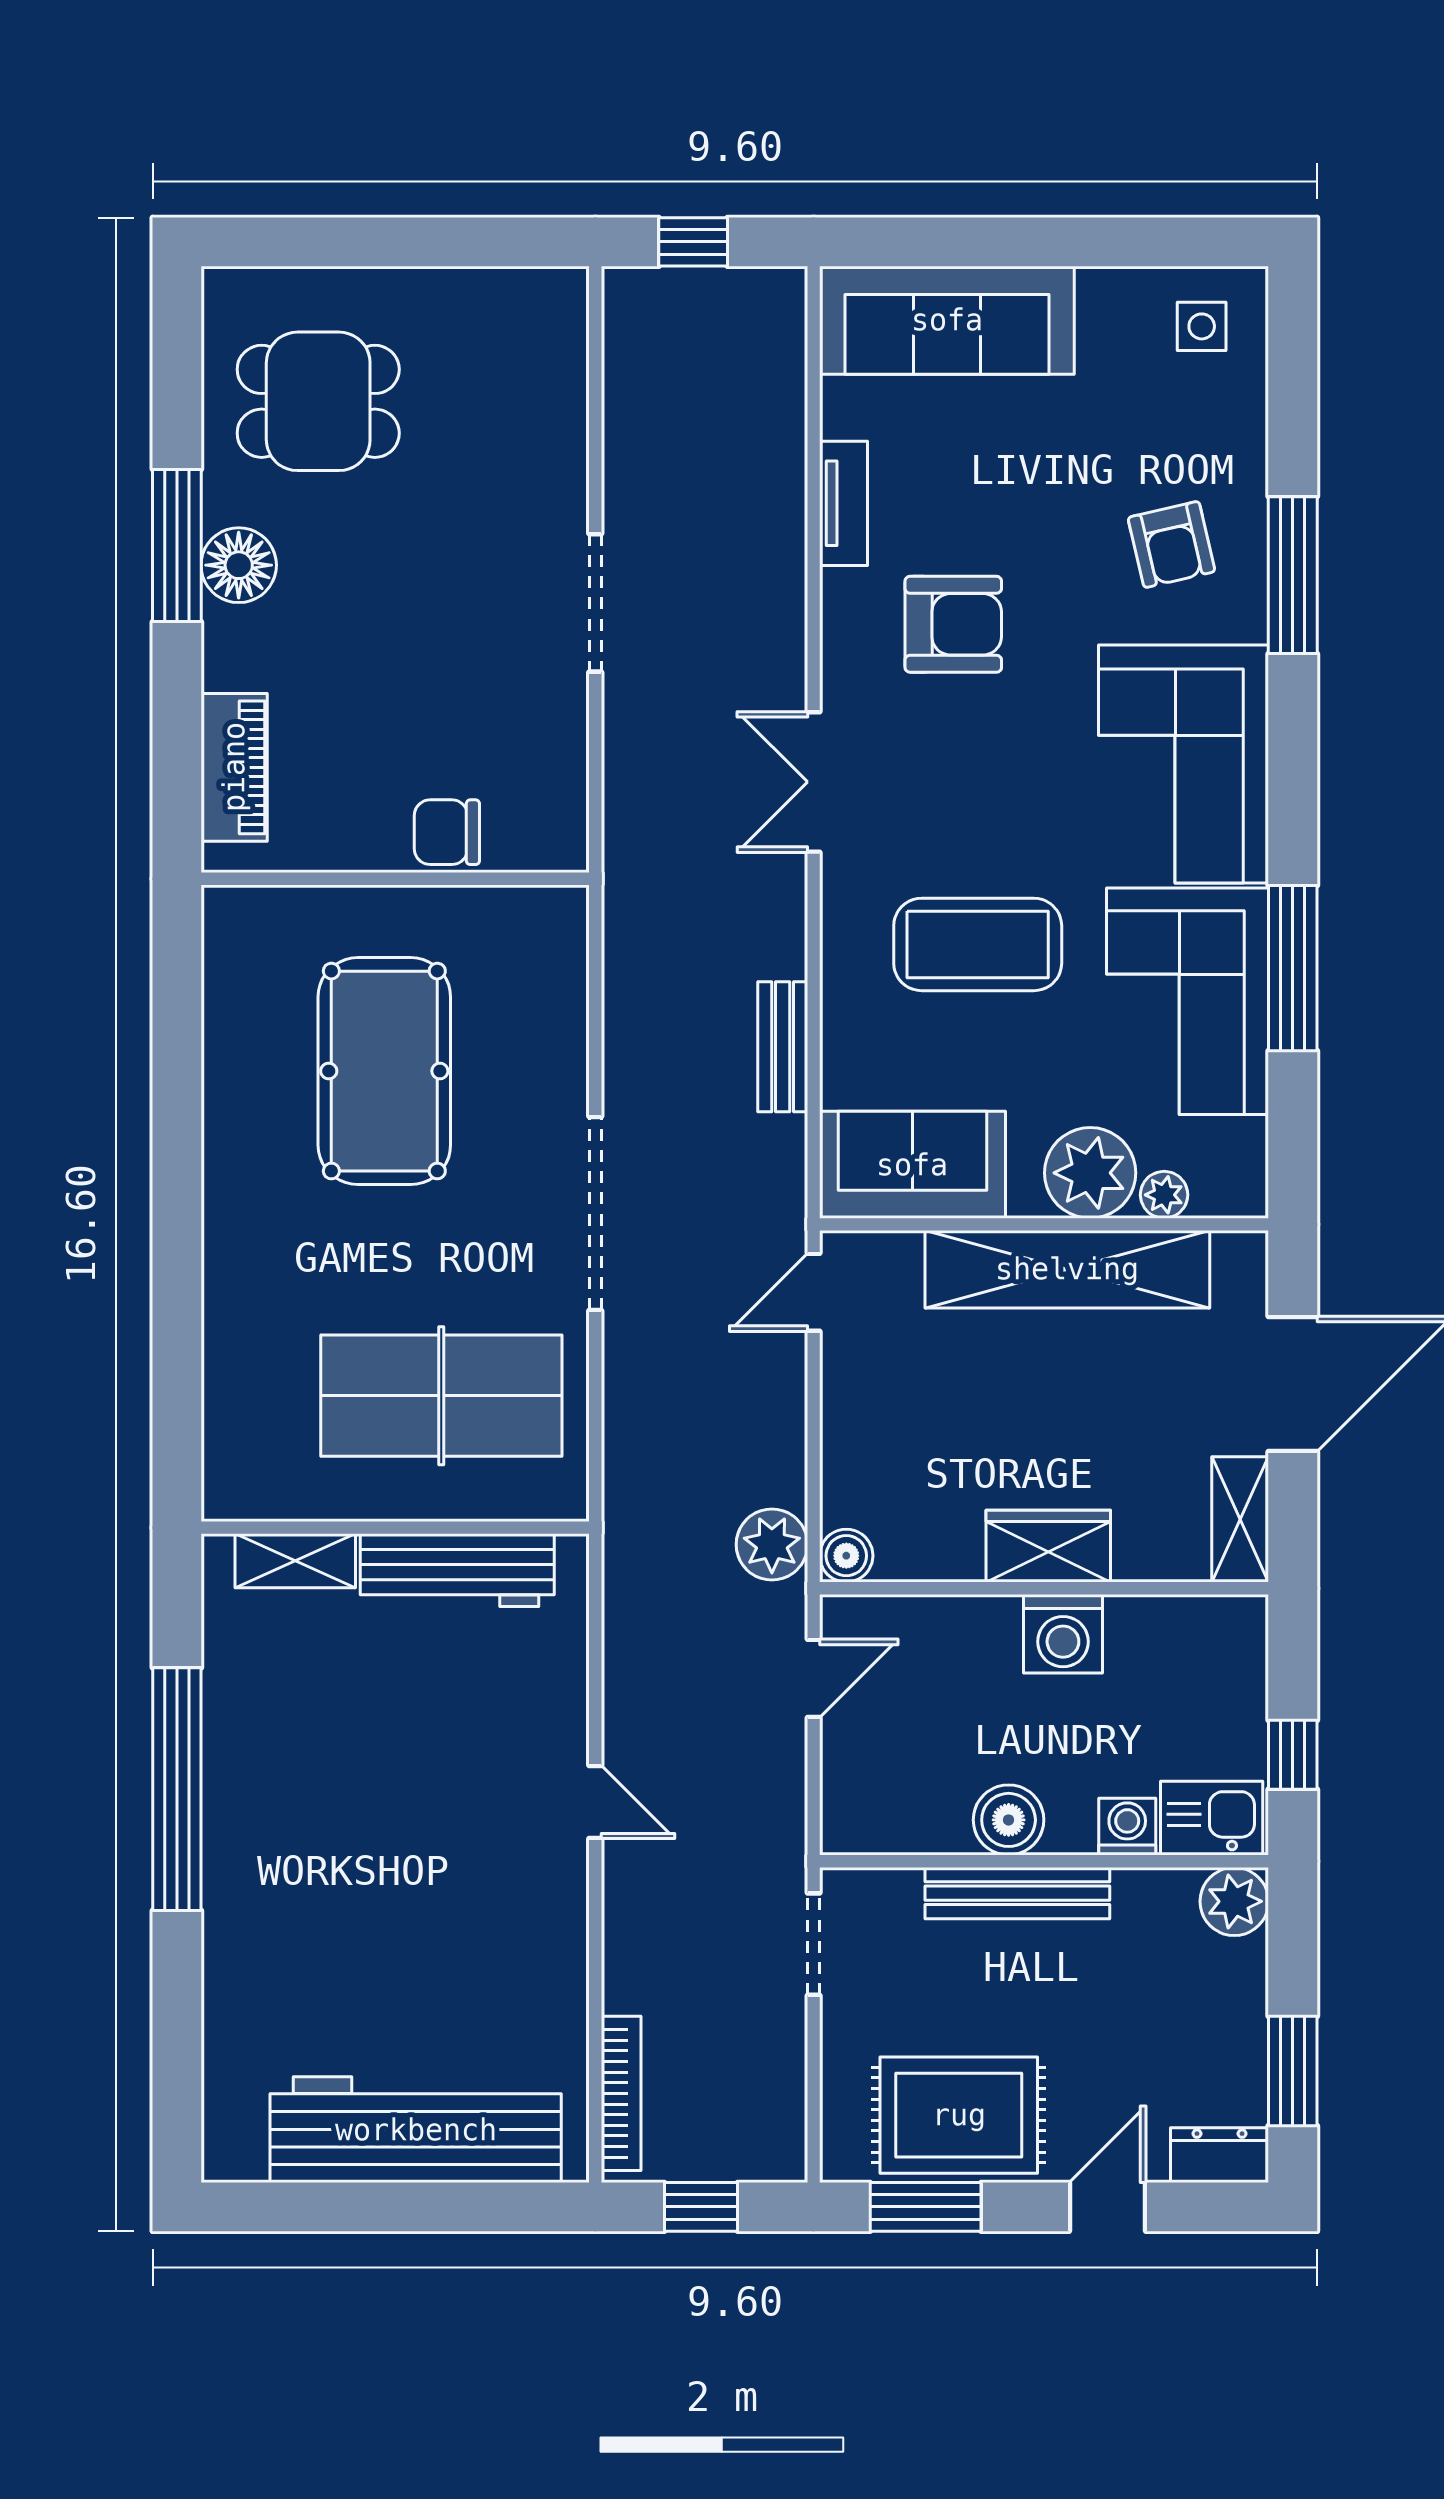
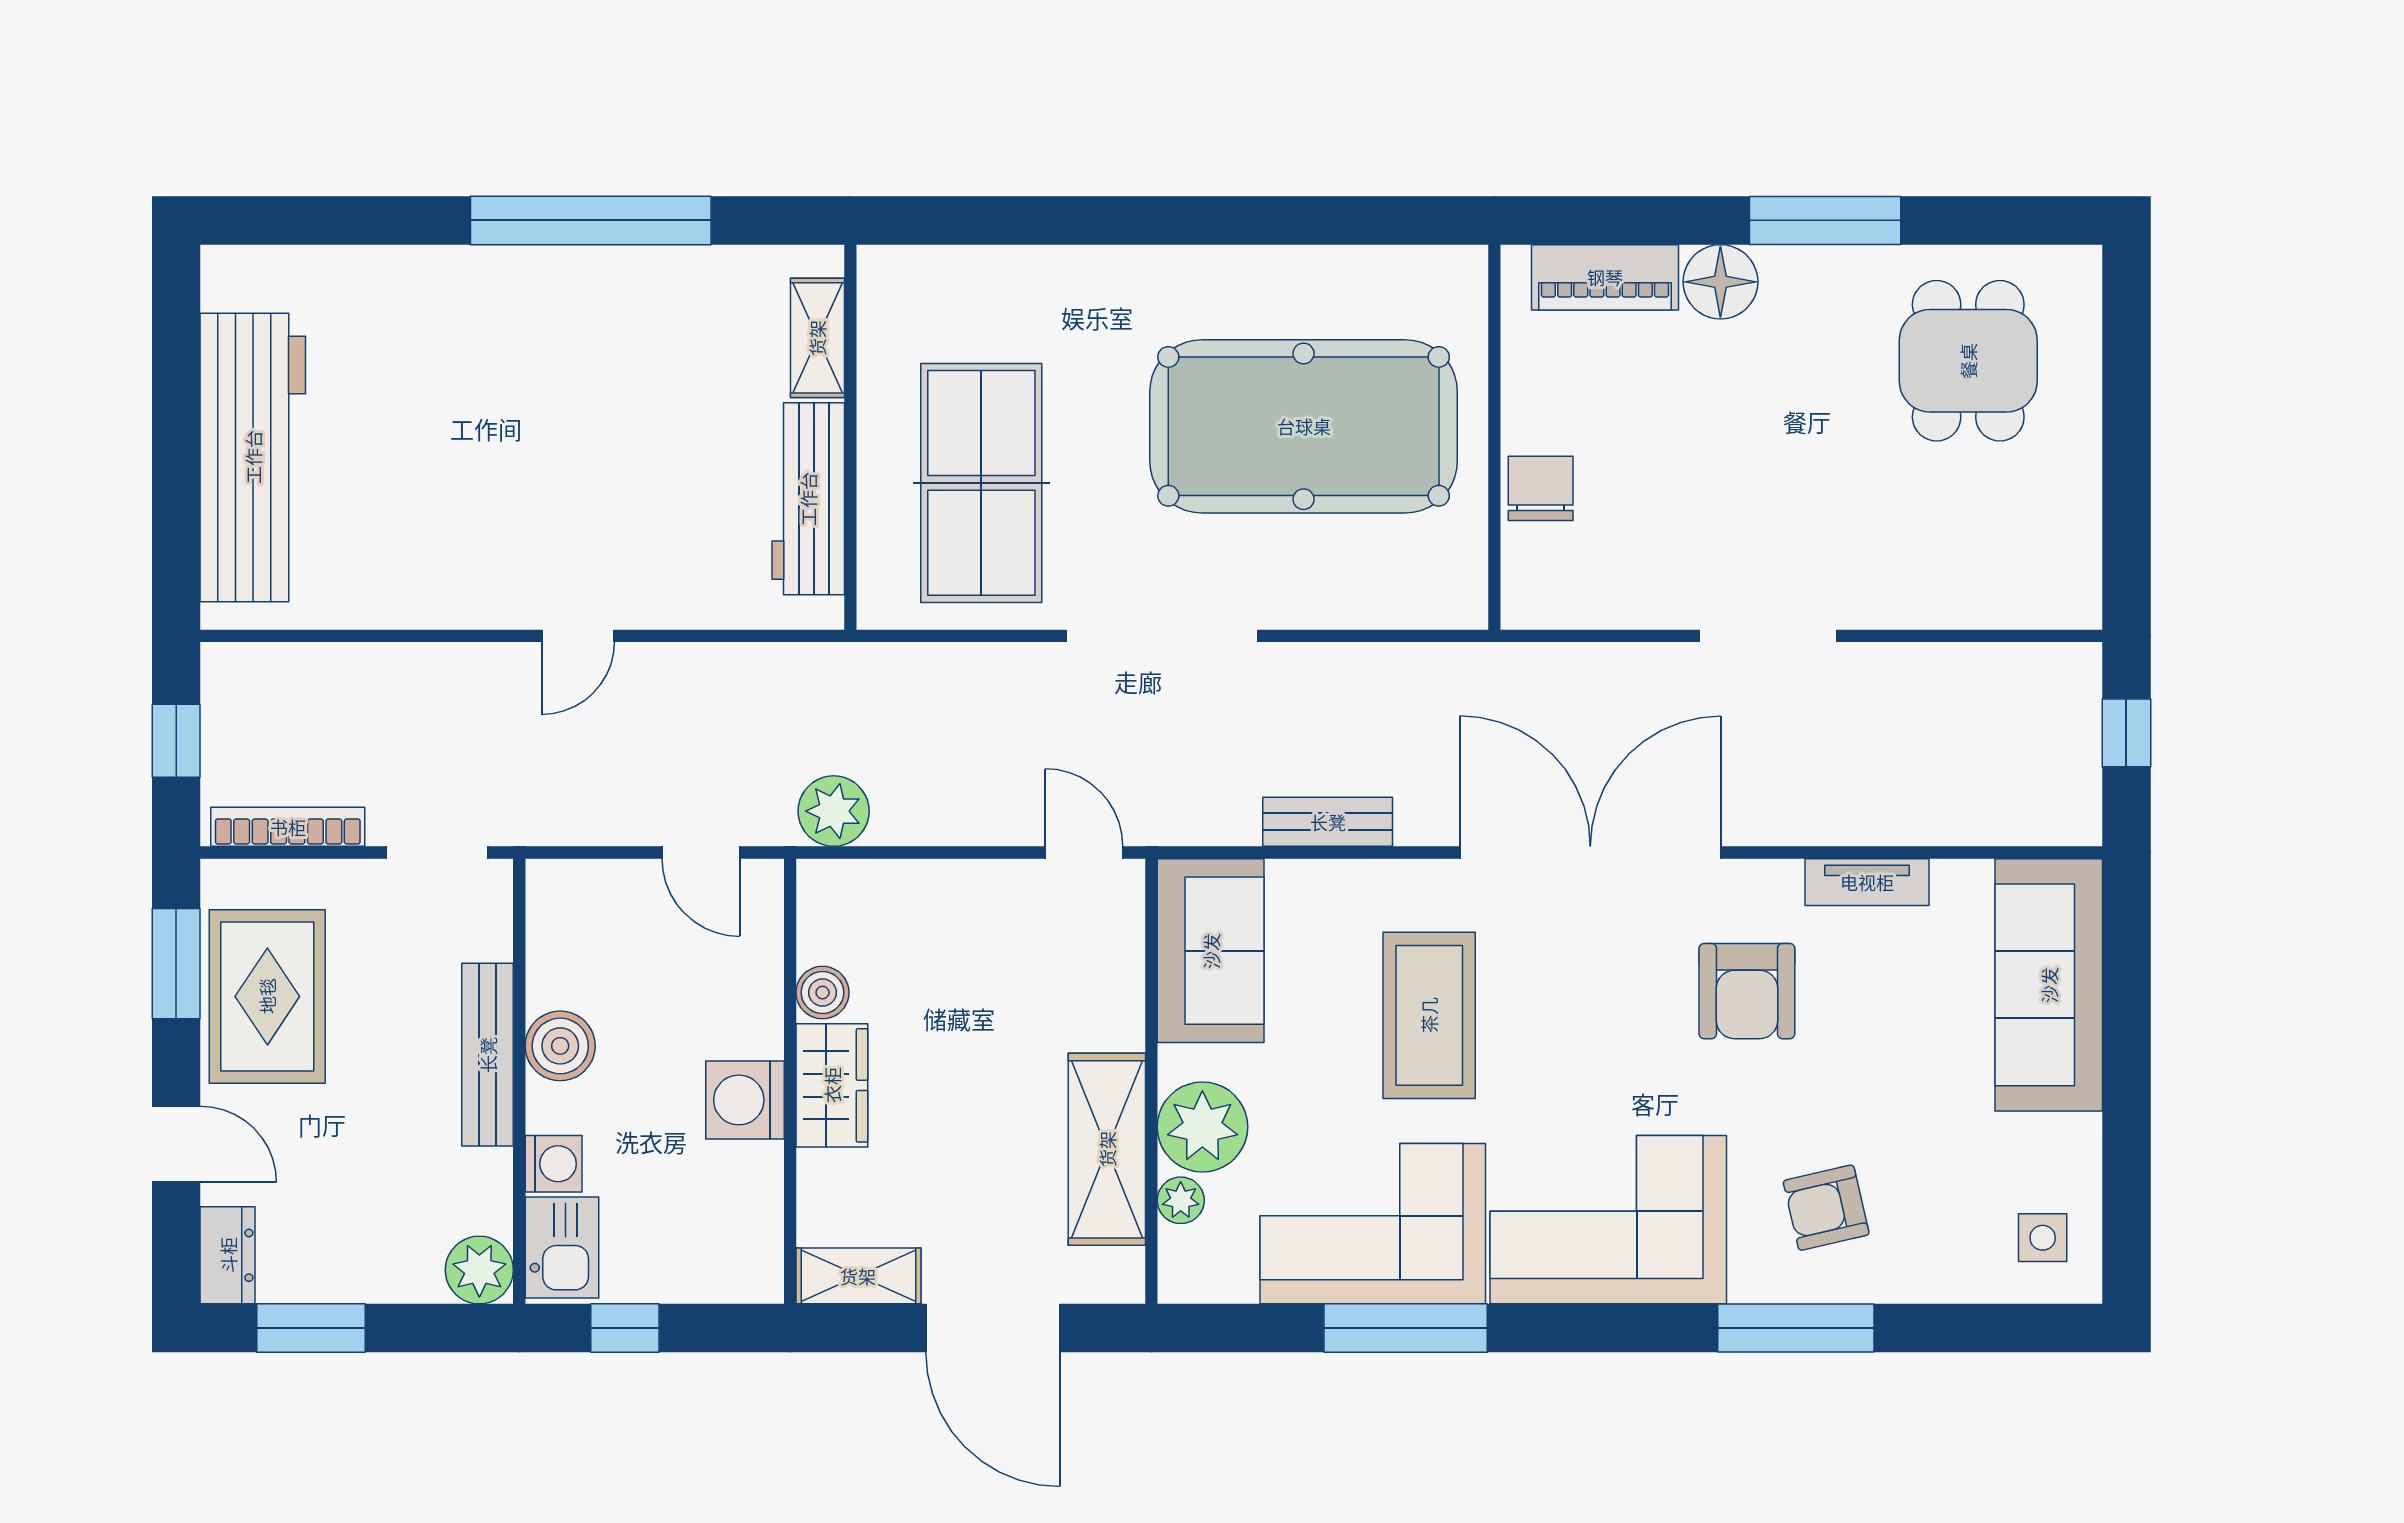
floor lamp: (239, 565) -> (1720, 282), moved
double door: (814, 782) -> (1590, 852), width x1.87
pool table: (384, 1071) -> (1304, 426), width x1.36, depth x1.32
shelving: (1067, 1269) -> (1107, 1149), width x0.68
boiler: (846, 1556) -> (823, 993), moved
bookcase: (621, 2093) -> (288, 827), moved, turned 180

